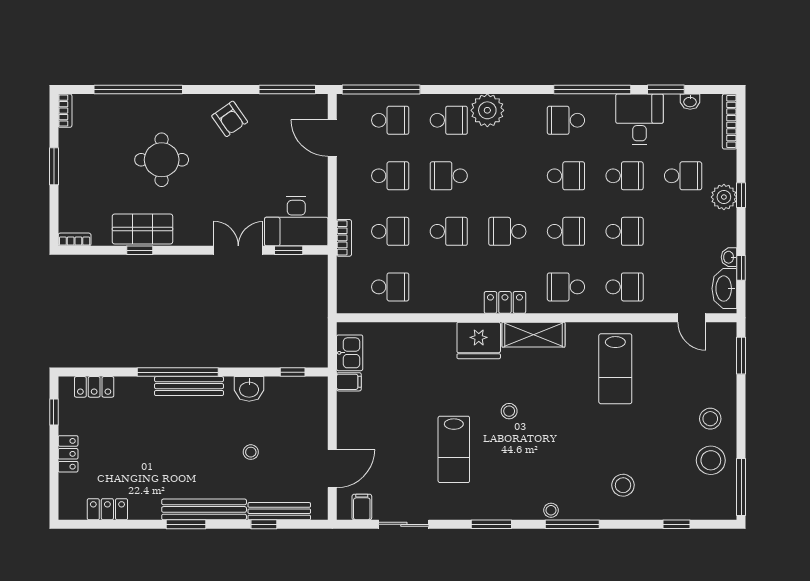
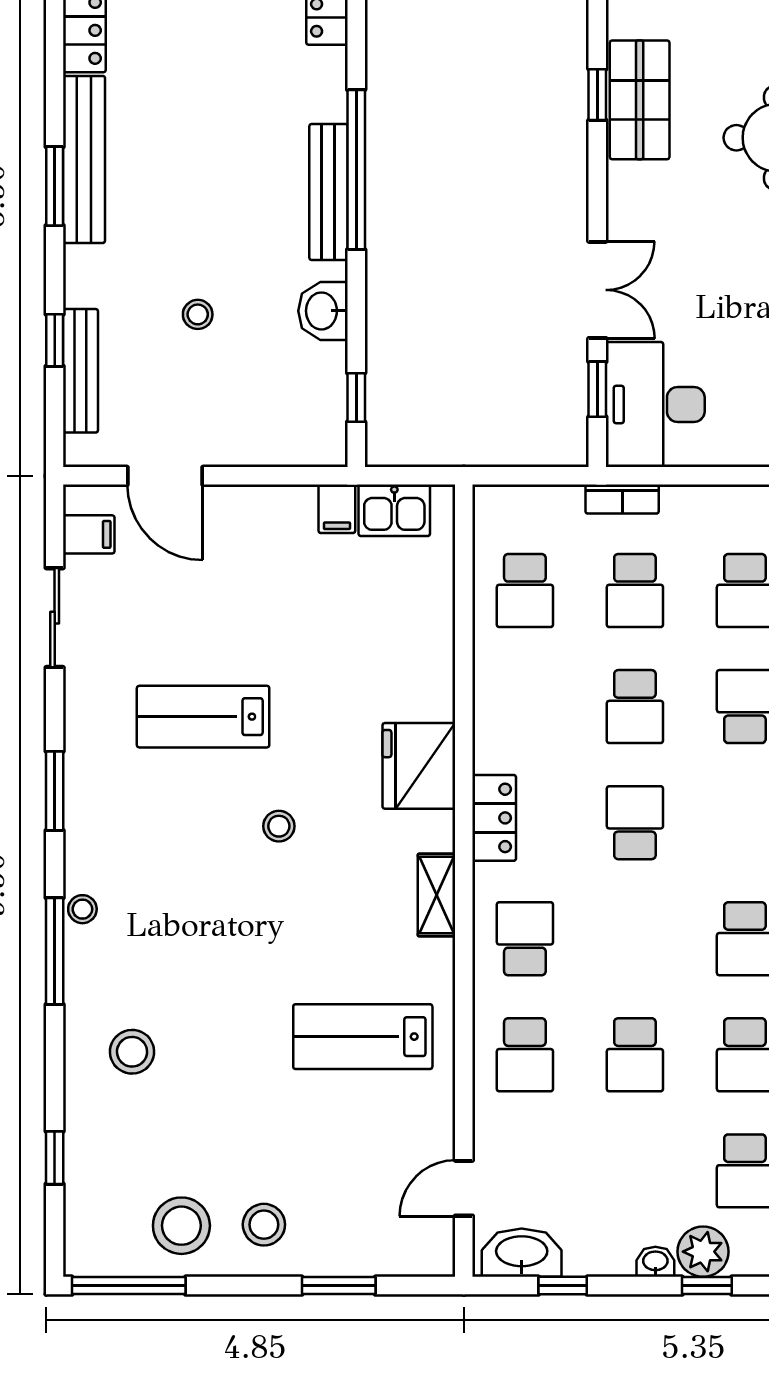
school desk: (566, 231) -> (635, 939), removed
washbasin: (729, 257) -> (655, 1262), moved
shelving: (533, 335) -> (437, 895), width x0.67, depth x0.75
window: (741, 356) -> (339, 1286), moved
bench: (204, 509) -> (84, 159), moved

